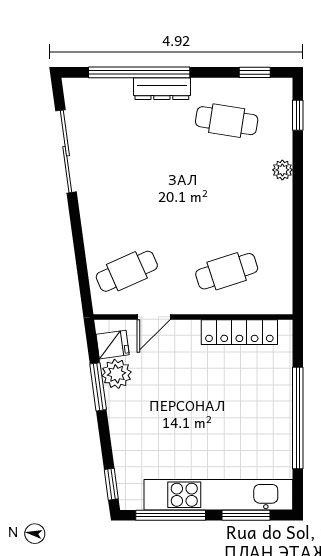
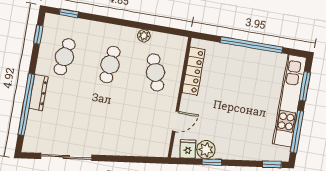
plant: (282, 170) -> (144, 36), moved
cafe table: (127, 271) -> (110, 65), moved, turned 30
door: (154, 317) -> (175, 121), hinge flipped
window: (98, 387) -> (212, 162), width x0.67

